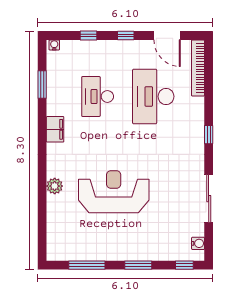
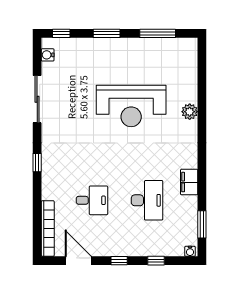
window: (42, 85) -> (202, 224), moved
desk: (153, 96) -> (92, 200), width x0.53, depth x0.77
filing cabinet: (55, 129) -> (189, 182), moved

